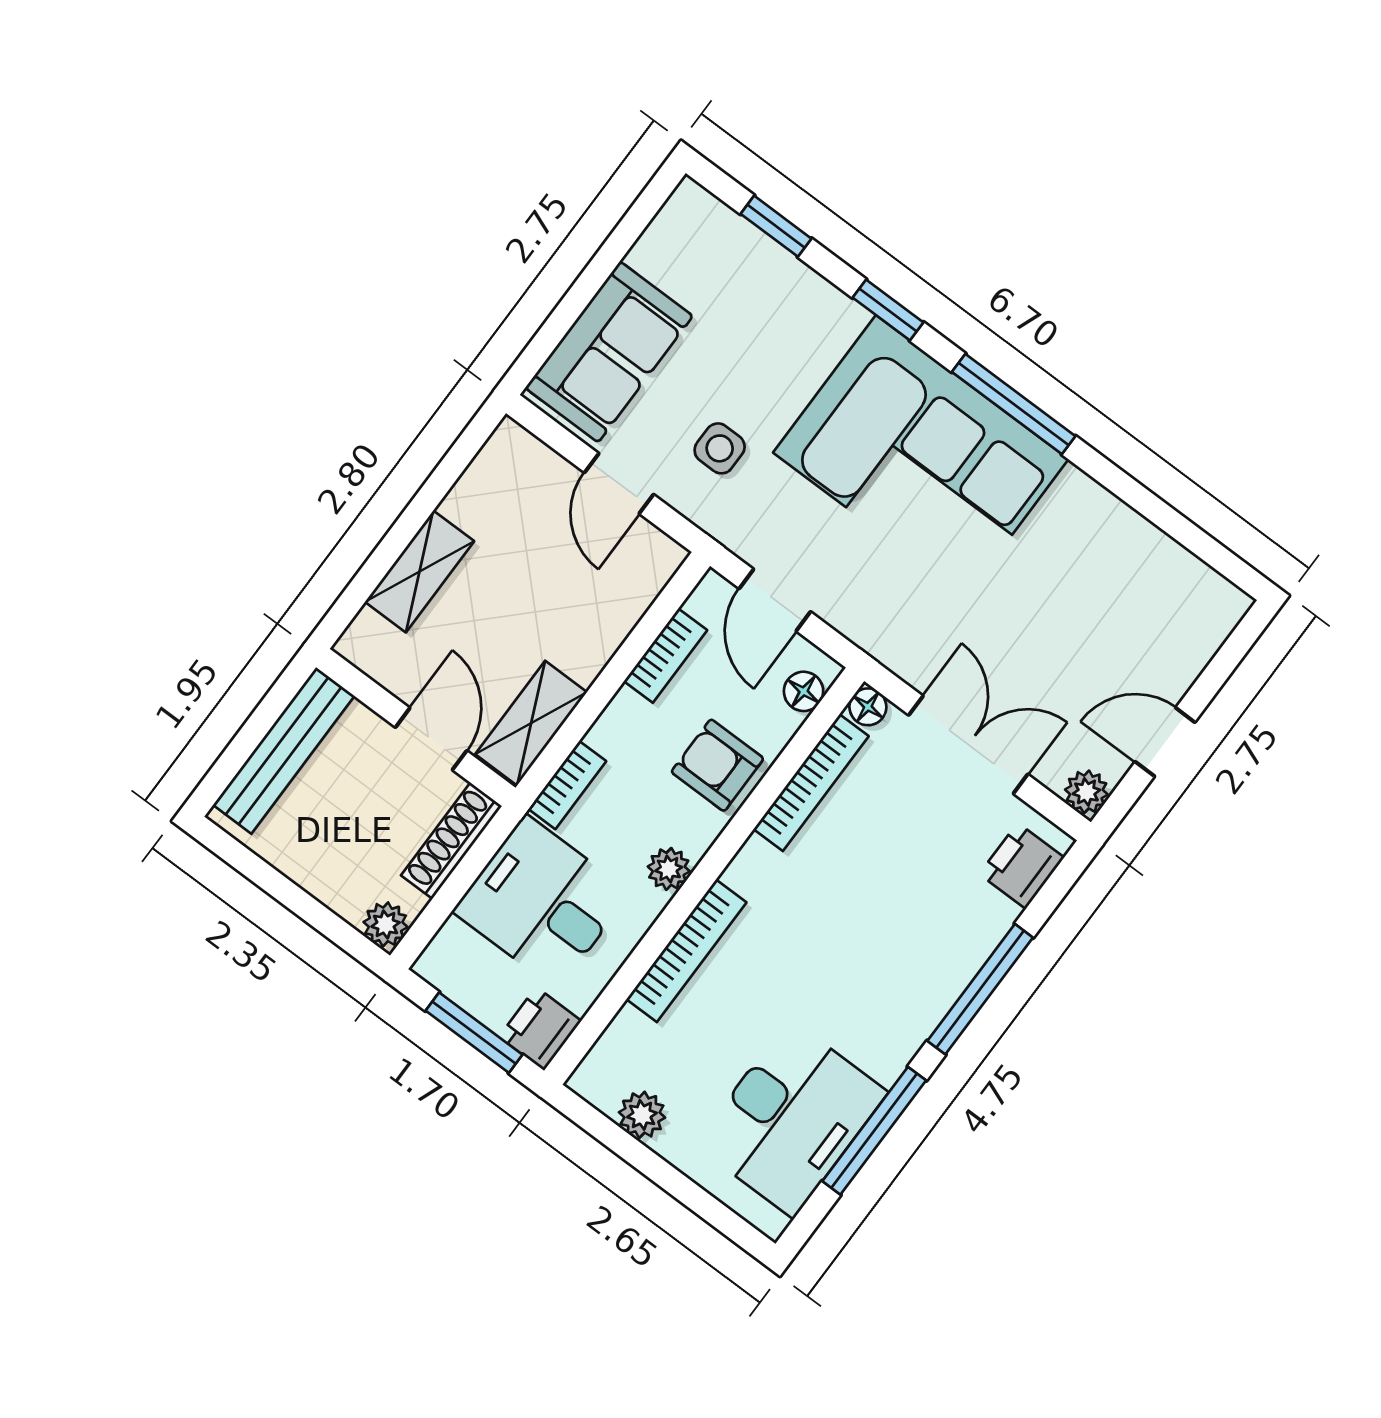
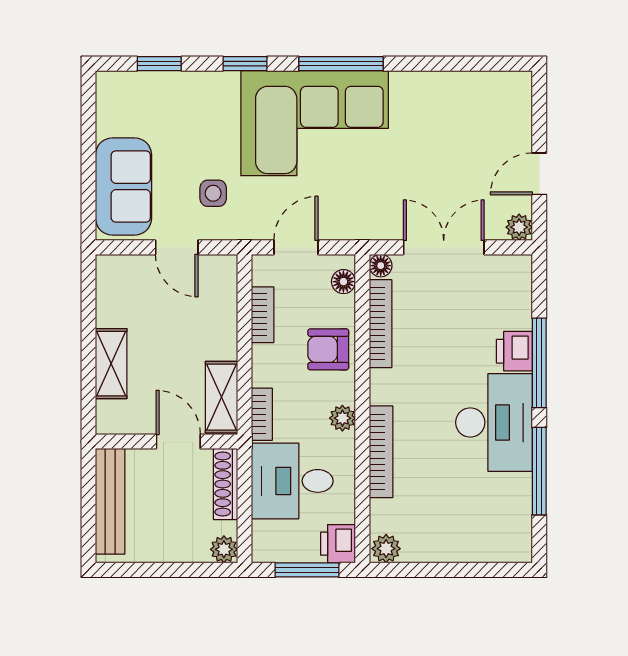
door: (775, 600) -> (296, 247), swing flipped
printer: (1022, 866) -> (514, 351), moved
plant: (642, 1115) -> (386, 549), moved
desk: (791, 1118) -> (494, 423), moved

